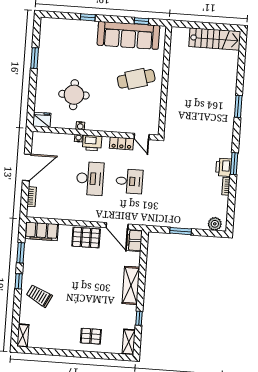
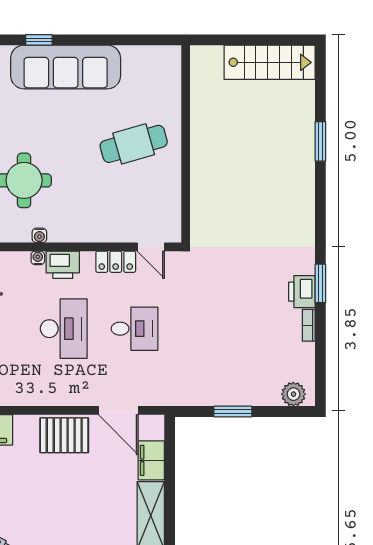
window: (141, 21) -> (136, 40), removed
sofa: (128, 35) -> (66, 67), moved
window: (238, 106) -> (320, 141), moved
filing cabinet: (134, 240) -> (151, 460), moved

